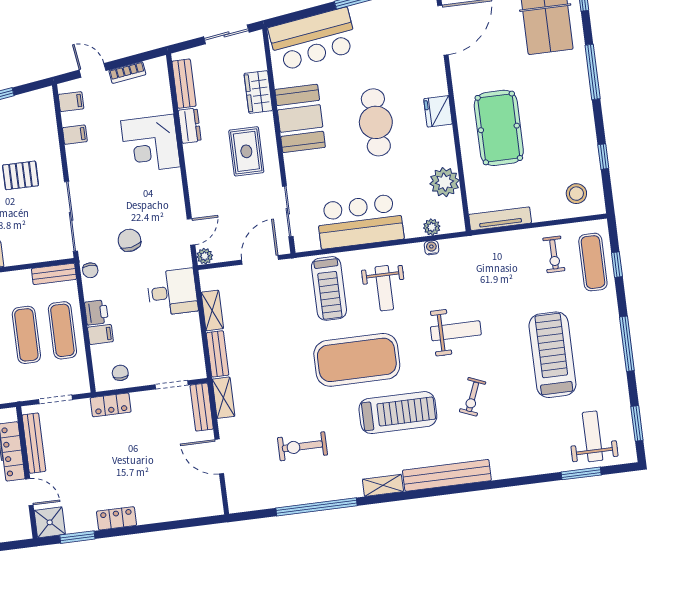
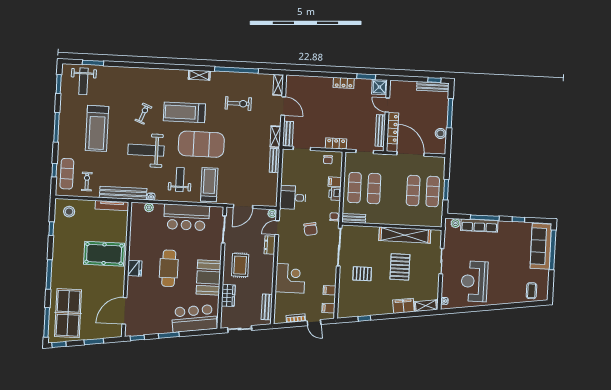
dresser: (190, 126) -> (270, 245), moved
pool table: (499, 128) -> (104, 254), turned 90
plant: (445, 182) -> (138, 230), removed
shelving: (212, 310) -> (278, 85), moved
weight bench: (456, 331) -> (146, 150), width x1.36, depth x1.33
bench: (447, 475) -> (123, 193), moved

